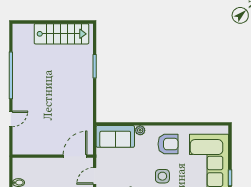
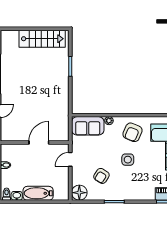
armchair: (168, 144) -> (133, 132), turned 113
door: (75, 156) -> (39, 143), moved

